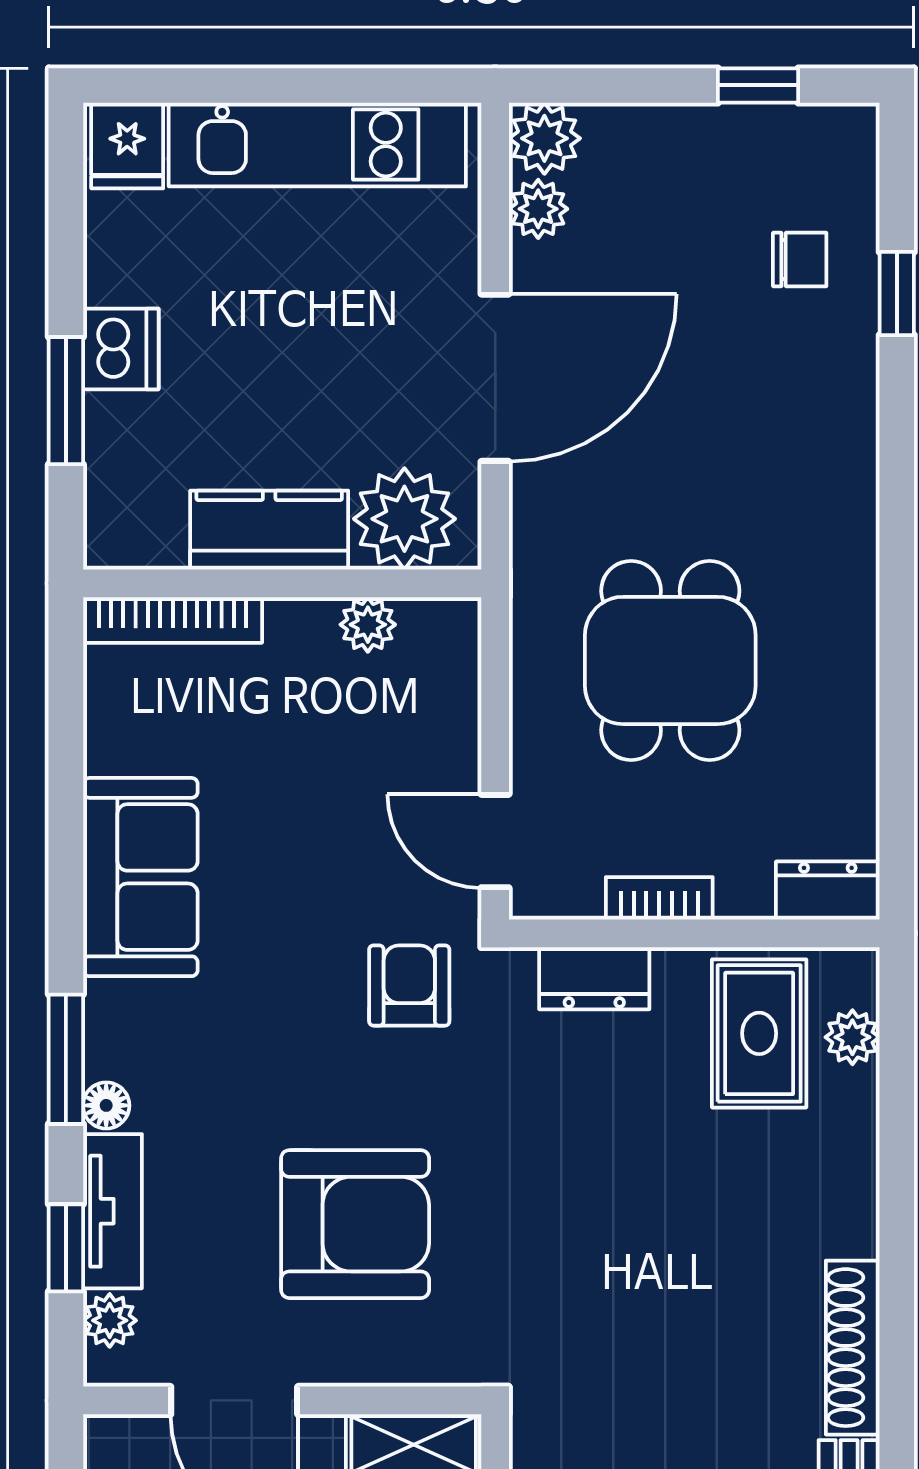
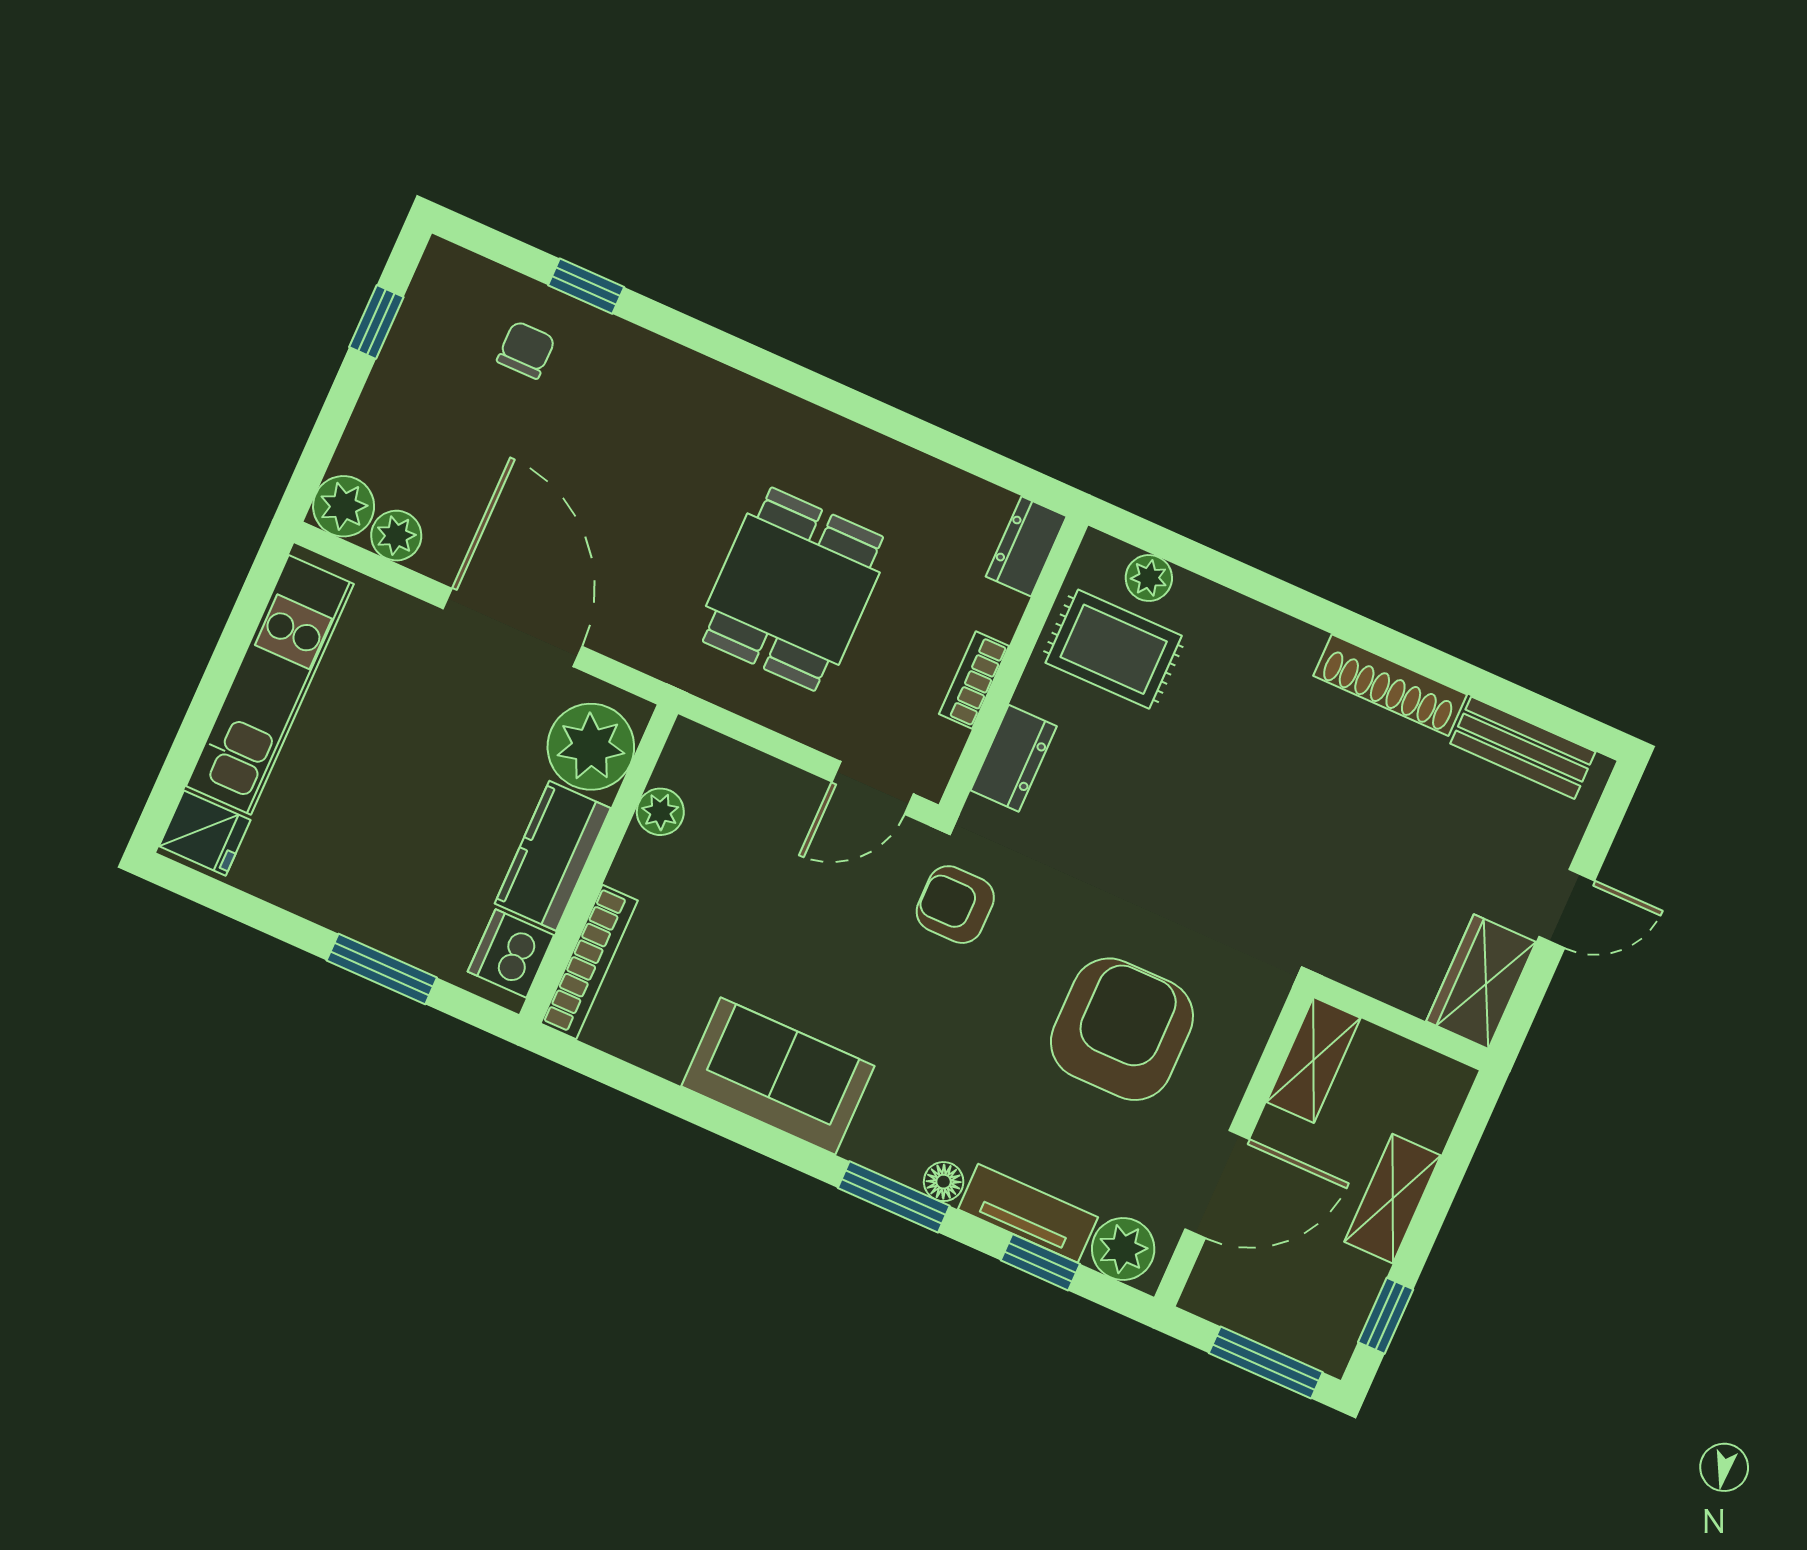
dishwasher: (121, 349) -> (511, 953), moved, turned -90
dining table: (670, 660) -> (793, 589), turned 90
plant: (110, 1320) -> (1123, 1249), width x1.38, depth x1.38

